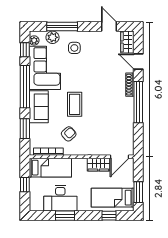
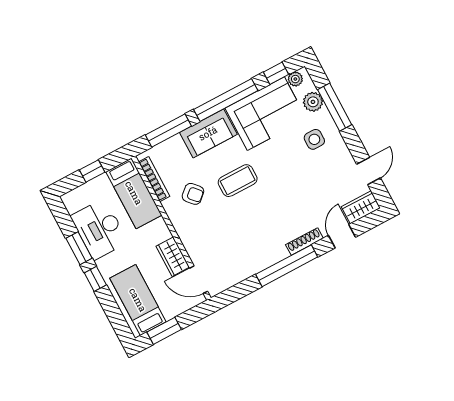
window: (25, 129) -> (168, 130), width x1.44
window: (109, 216) -> (95, 279), moved

